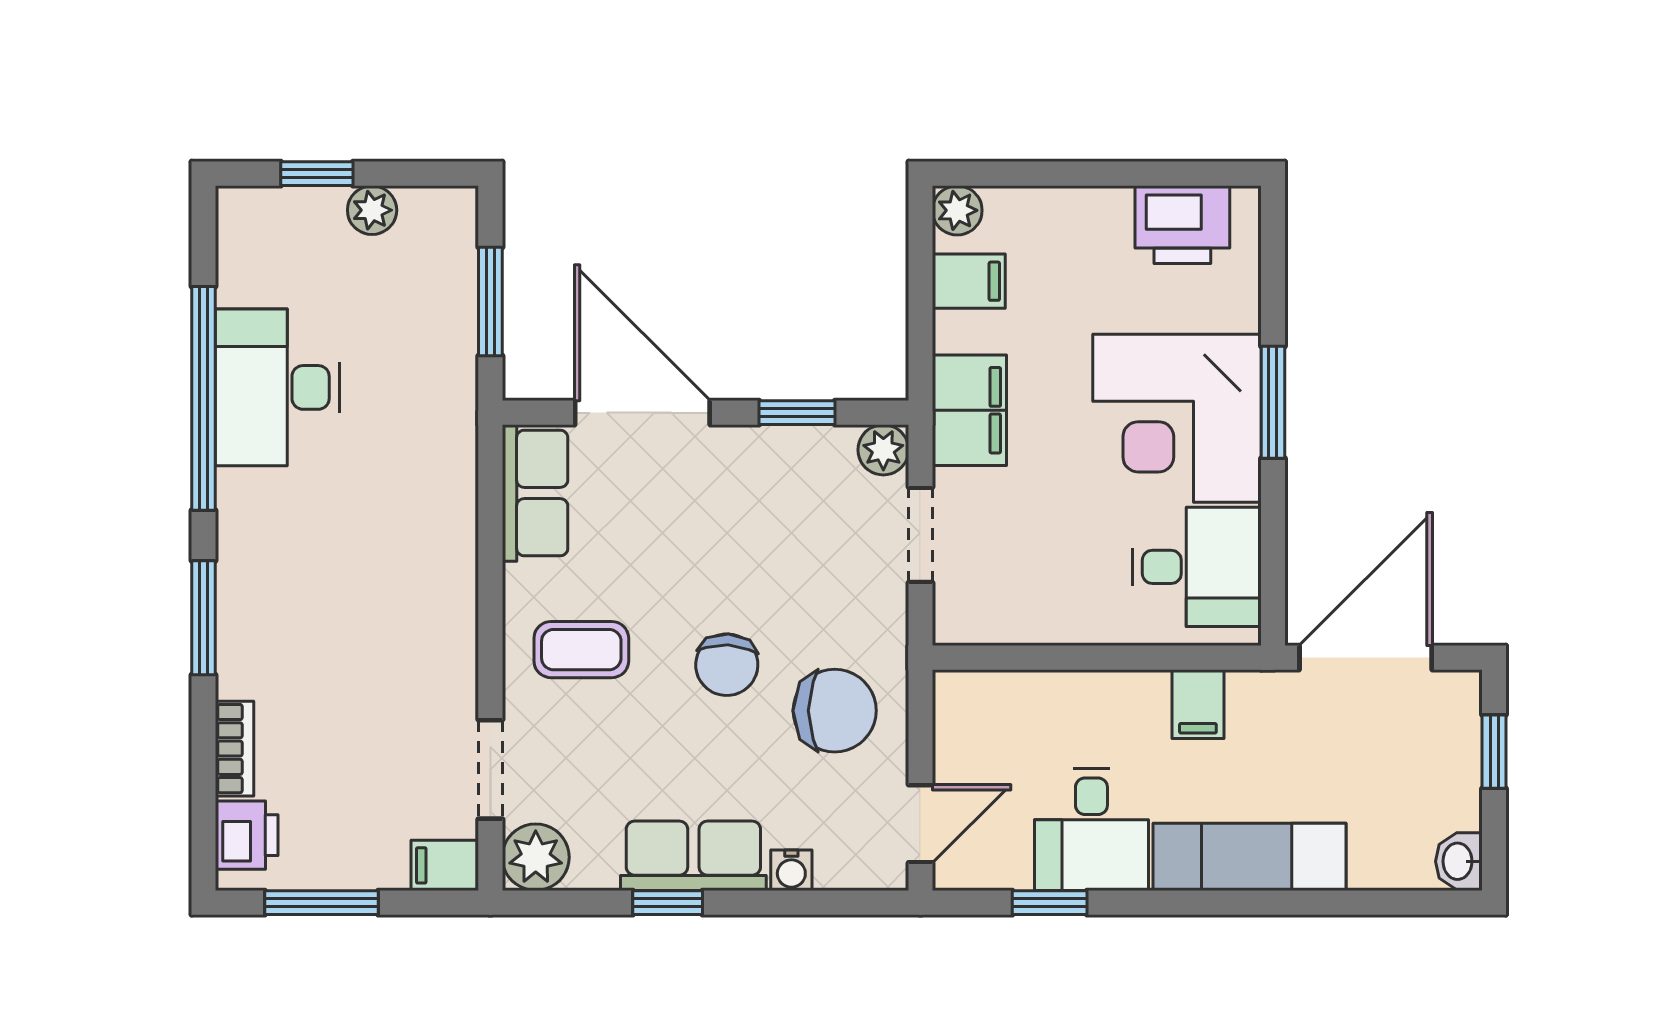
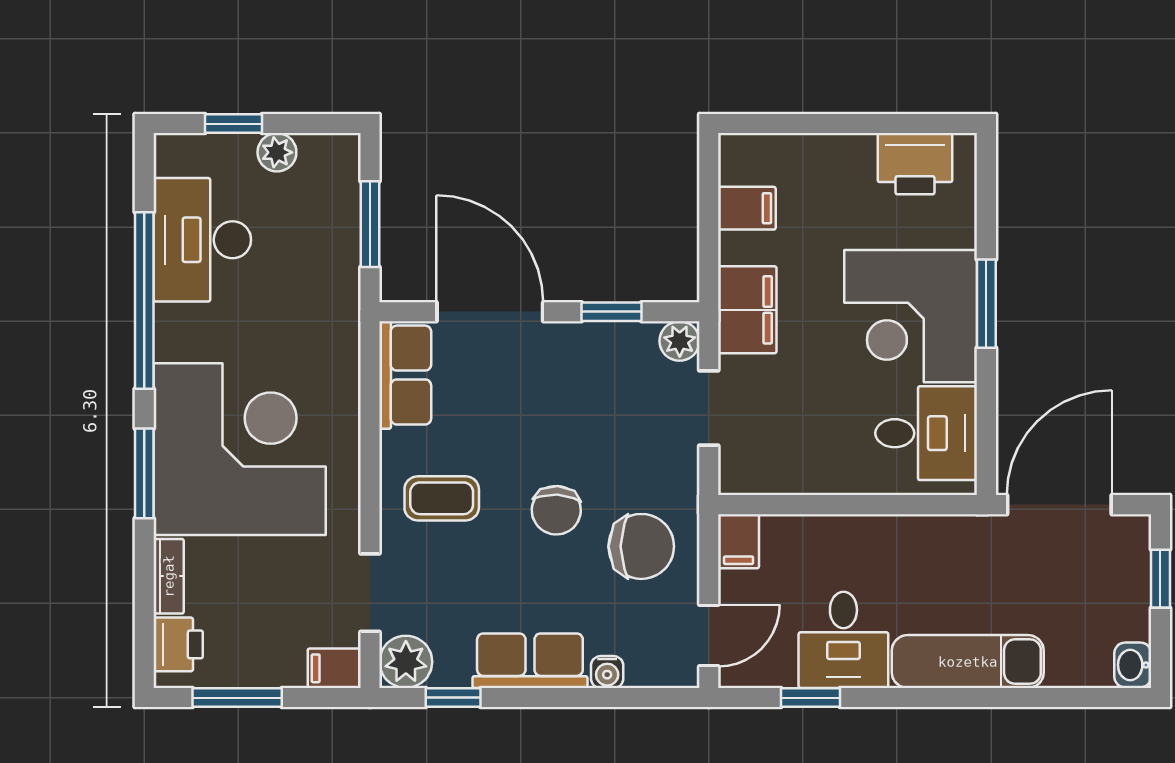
plant: (957, 210) -> (738, 152), removed
desk: (277, 387) -> (202, 240), moved
corner desk: (325, 587) -> (240, 449), added
filing cabinet: (1198, 704) -> (739, 541), moved
window: (668, 903) -> (453, 698), moved

